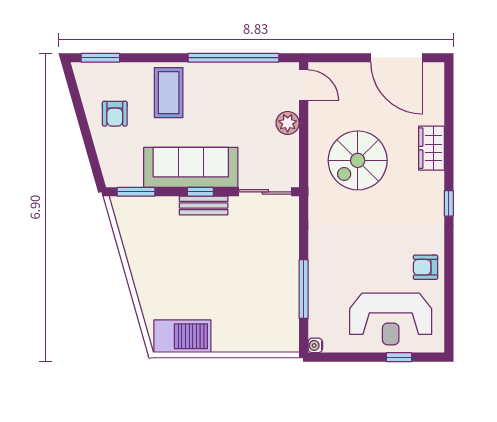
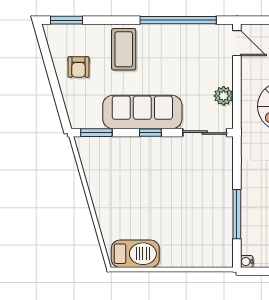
plant: (288, 123) -> (224, 96), moved
bench: (204, 205) -> (153, 144), removed

